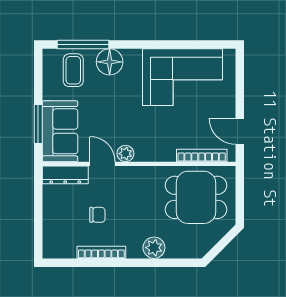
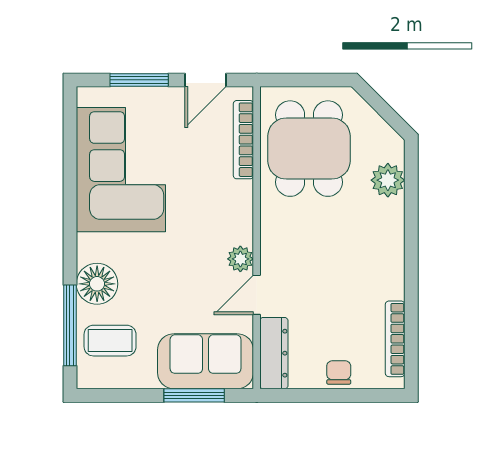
window: (240, 89) -> (139, 80), added
chair: (97, 215) -> (339, 372), moved
plant: (154, 248) -> (388, 180), moved
bookcase: (101, 252) -> (395, 339), moved

